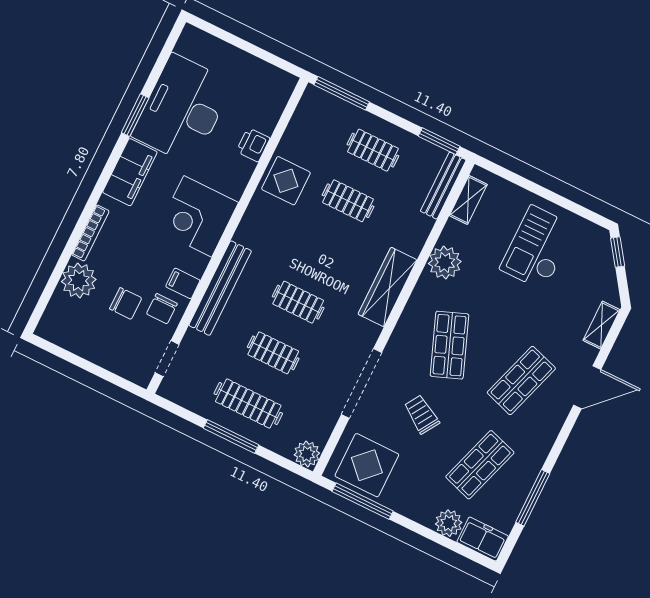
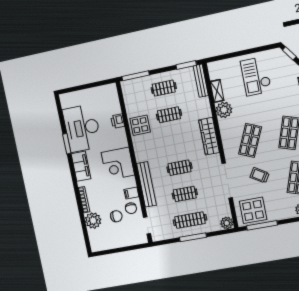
shelving: (468, 200) -> (217, 91), moved
shop shelf: (449, 345) -> (250, 140), turned 45

